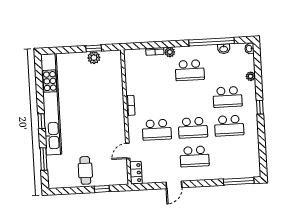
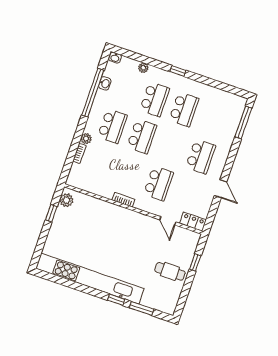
plant: (94, 58) -> (66, 200), moved
window: (41, 121) -> (116, 300), moved
school desk: (193, 128) -> (142, 136), moved

